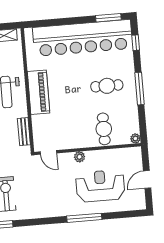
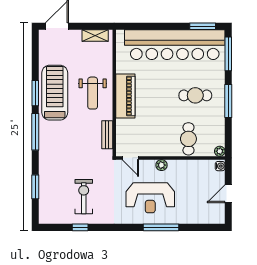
window: (136, 43) -> (228, 54), width x2.17
water cooler: (137, 153) -> (220, 166), added
reception desk: (100, 186) -> (150, 198), moved, turned 180

